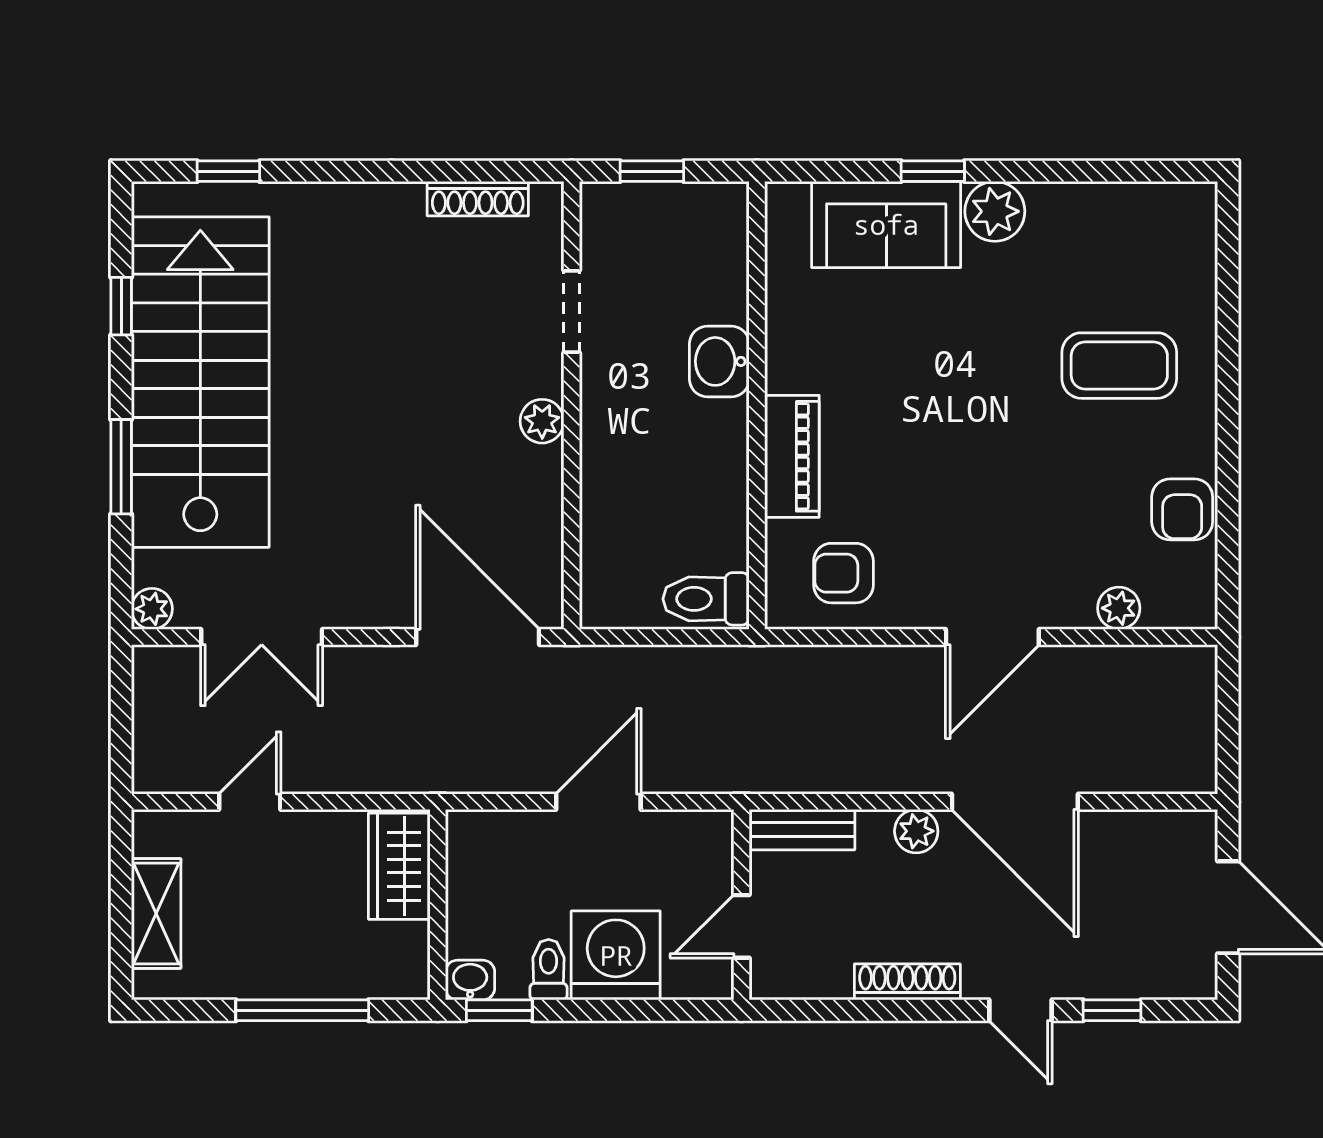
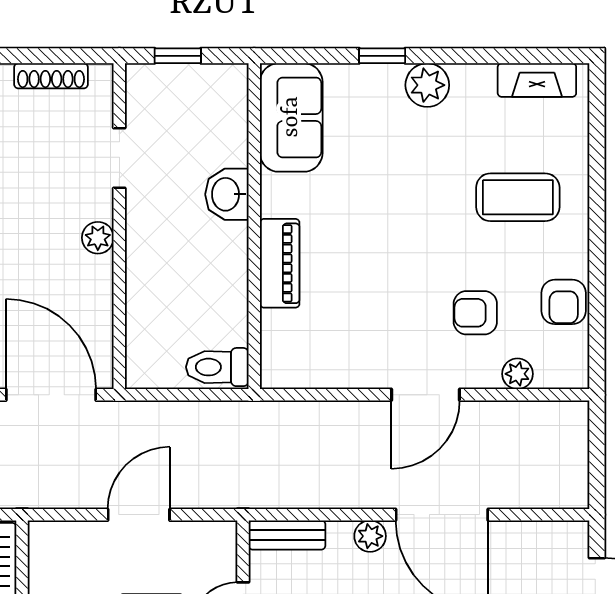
fireplace: (1146, 204) -> (537, 80), added
sofa: (886, 224) -> (291, 117), moved, turned -90
armchair: (843, 573) -> (475, 313), moved

